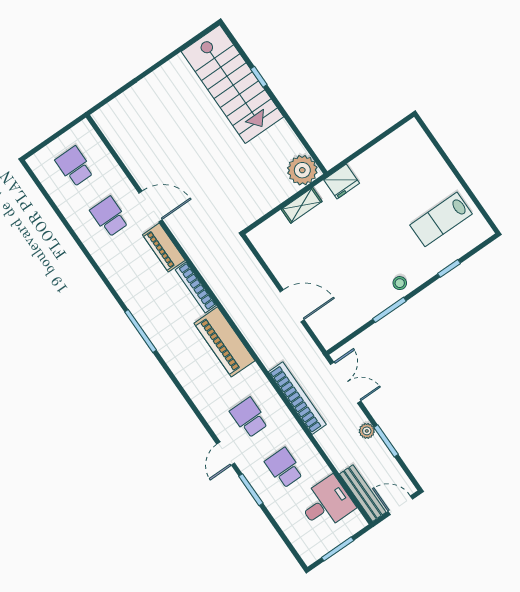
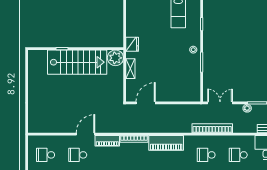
stairs: (232, 84) -> (77, 62), moved
door: (292, 306) -> (146, 103), moved

